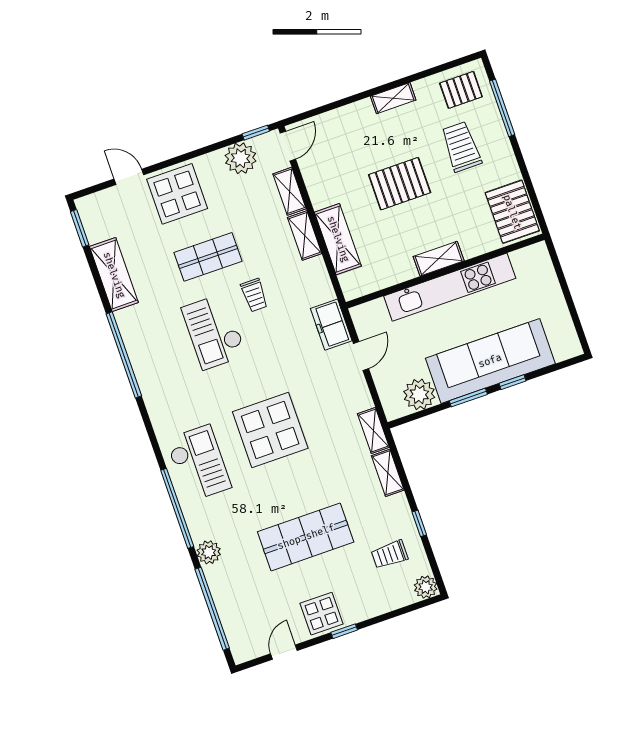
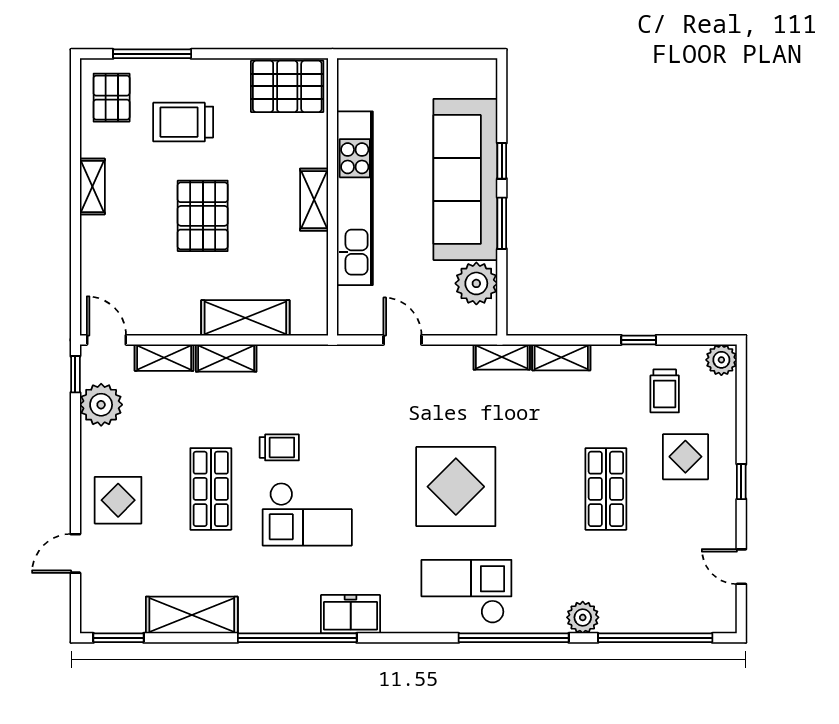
display table: (177, 194) -> (118, 500), width x0.73, depth x0.73
freezer: (331, 325) -> (351, 614), moved, turned 180
shop shelf: (306, 537) -> (606, 489), width x0.70, depth x0.74
display table: (322, 614) -> (685, 457), moved

